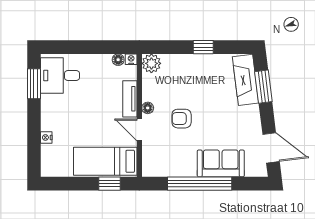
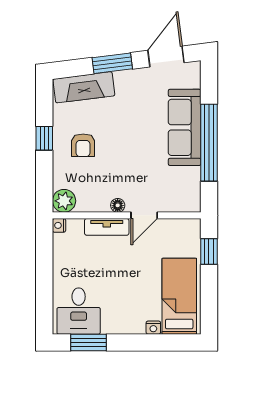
floor lamp: (118, 60) -> (60, 241), removed
window: (263, 87) -> (112, 63), moved
armchair: (182, 119) -> (83, 145), moved
bed: (105, 161) -> (179, 296), moved, turned 180
sofa: (221, 163) -> (185, 127), width x1.36

